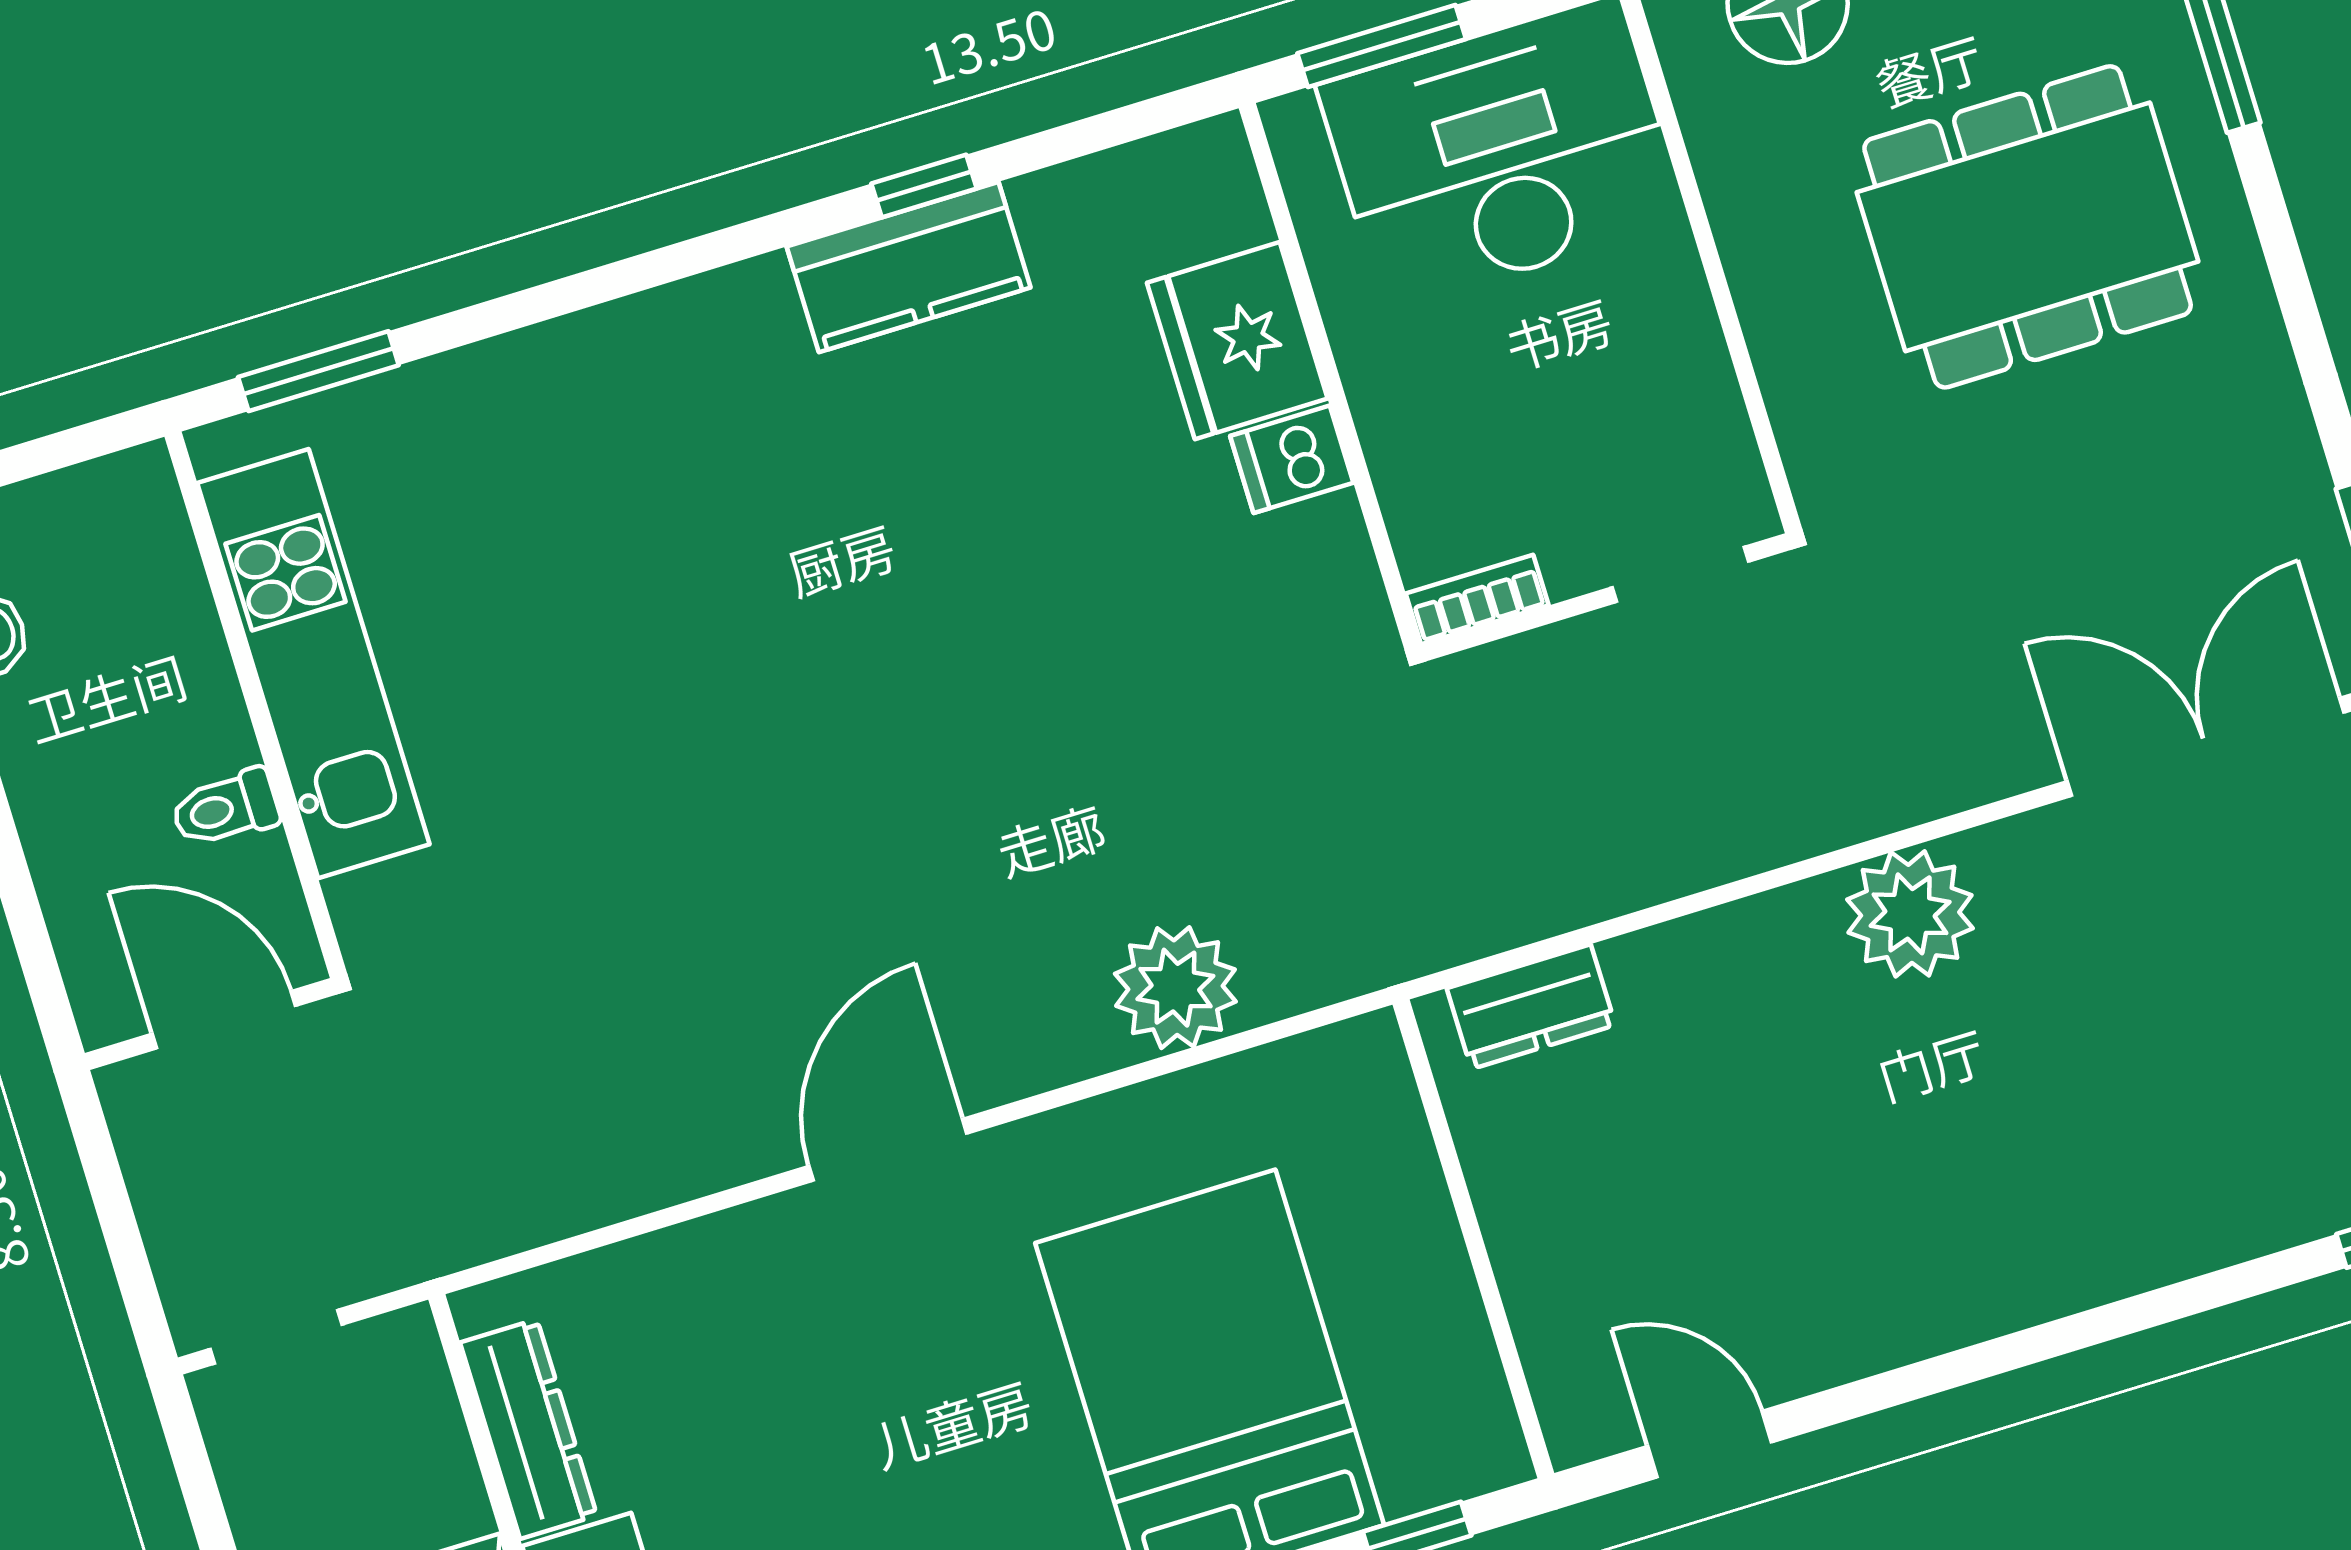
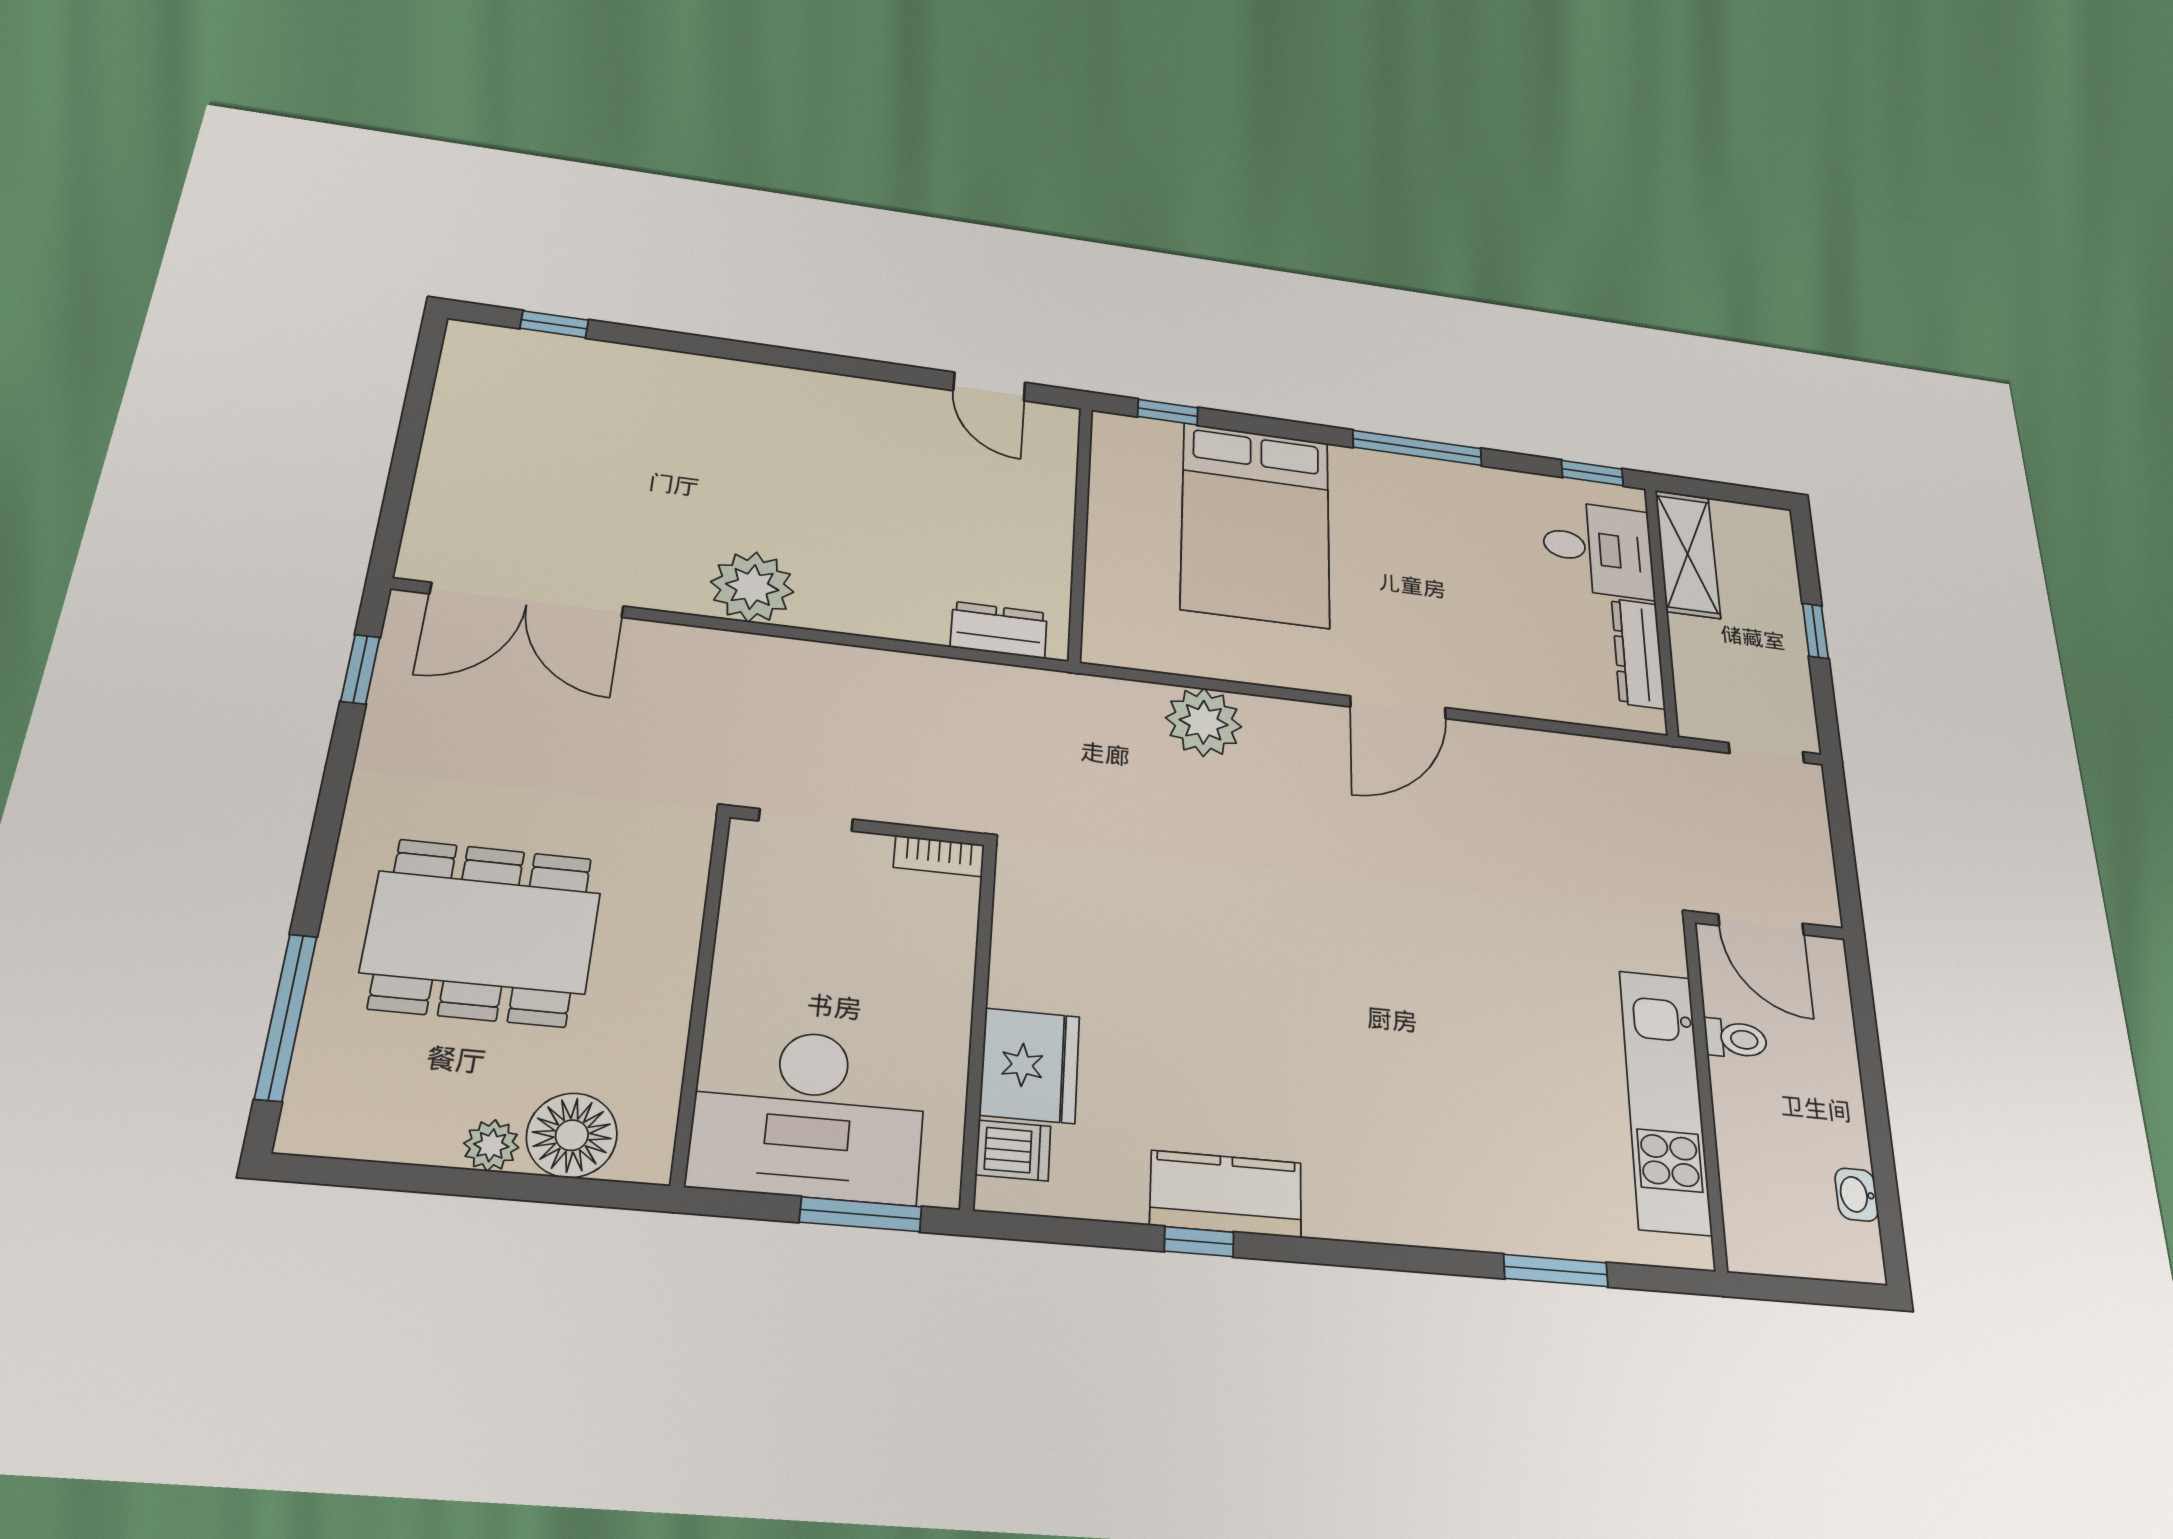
window: (318, 371) -> (1556, 1271), moved
dishwasher: (1292, 459) -> (1013, 1151), moved

